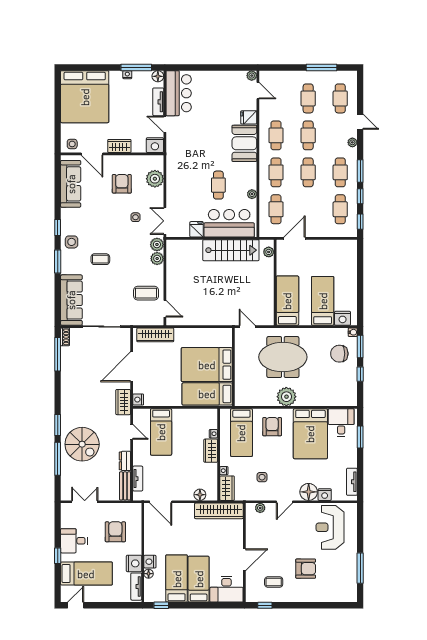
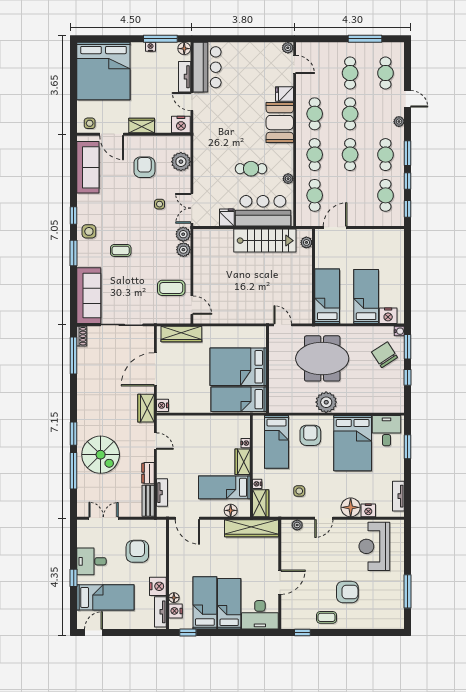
cafe table: (218, 185) -> (251, 169), turned 90
chair: (339, 354) -> (385, 355), turned 57
bed: (161, 432) -> (224, 487), moved, turned 90
nightstand: (150, 562) -> (175, 611), moved
coffee table: (274, 582) -> (327, 617), moved

